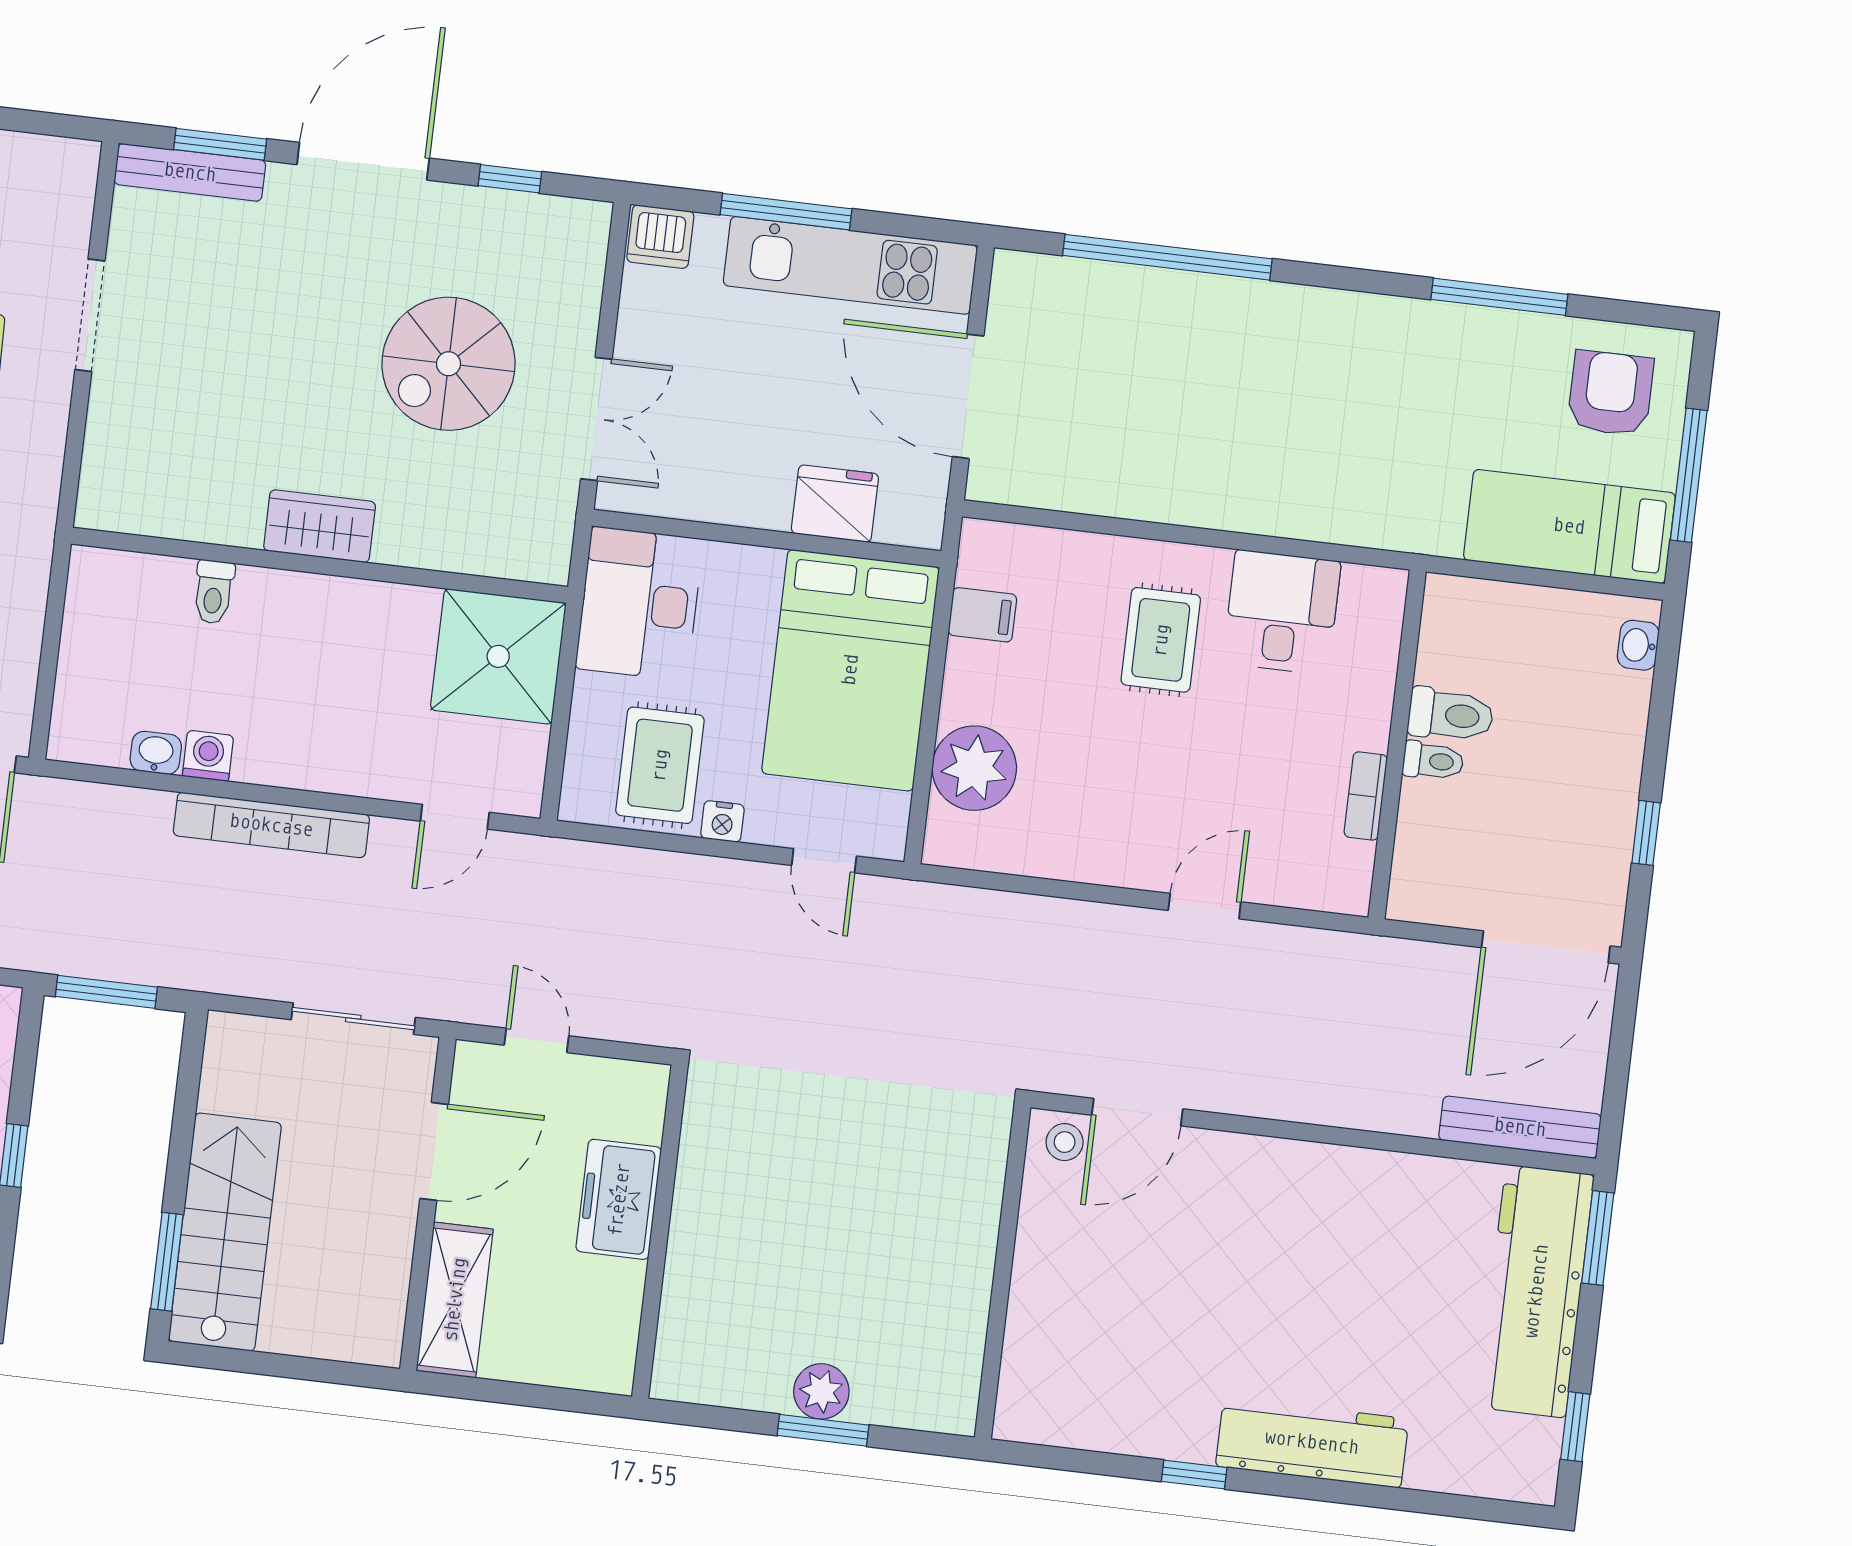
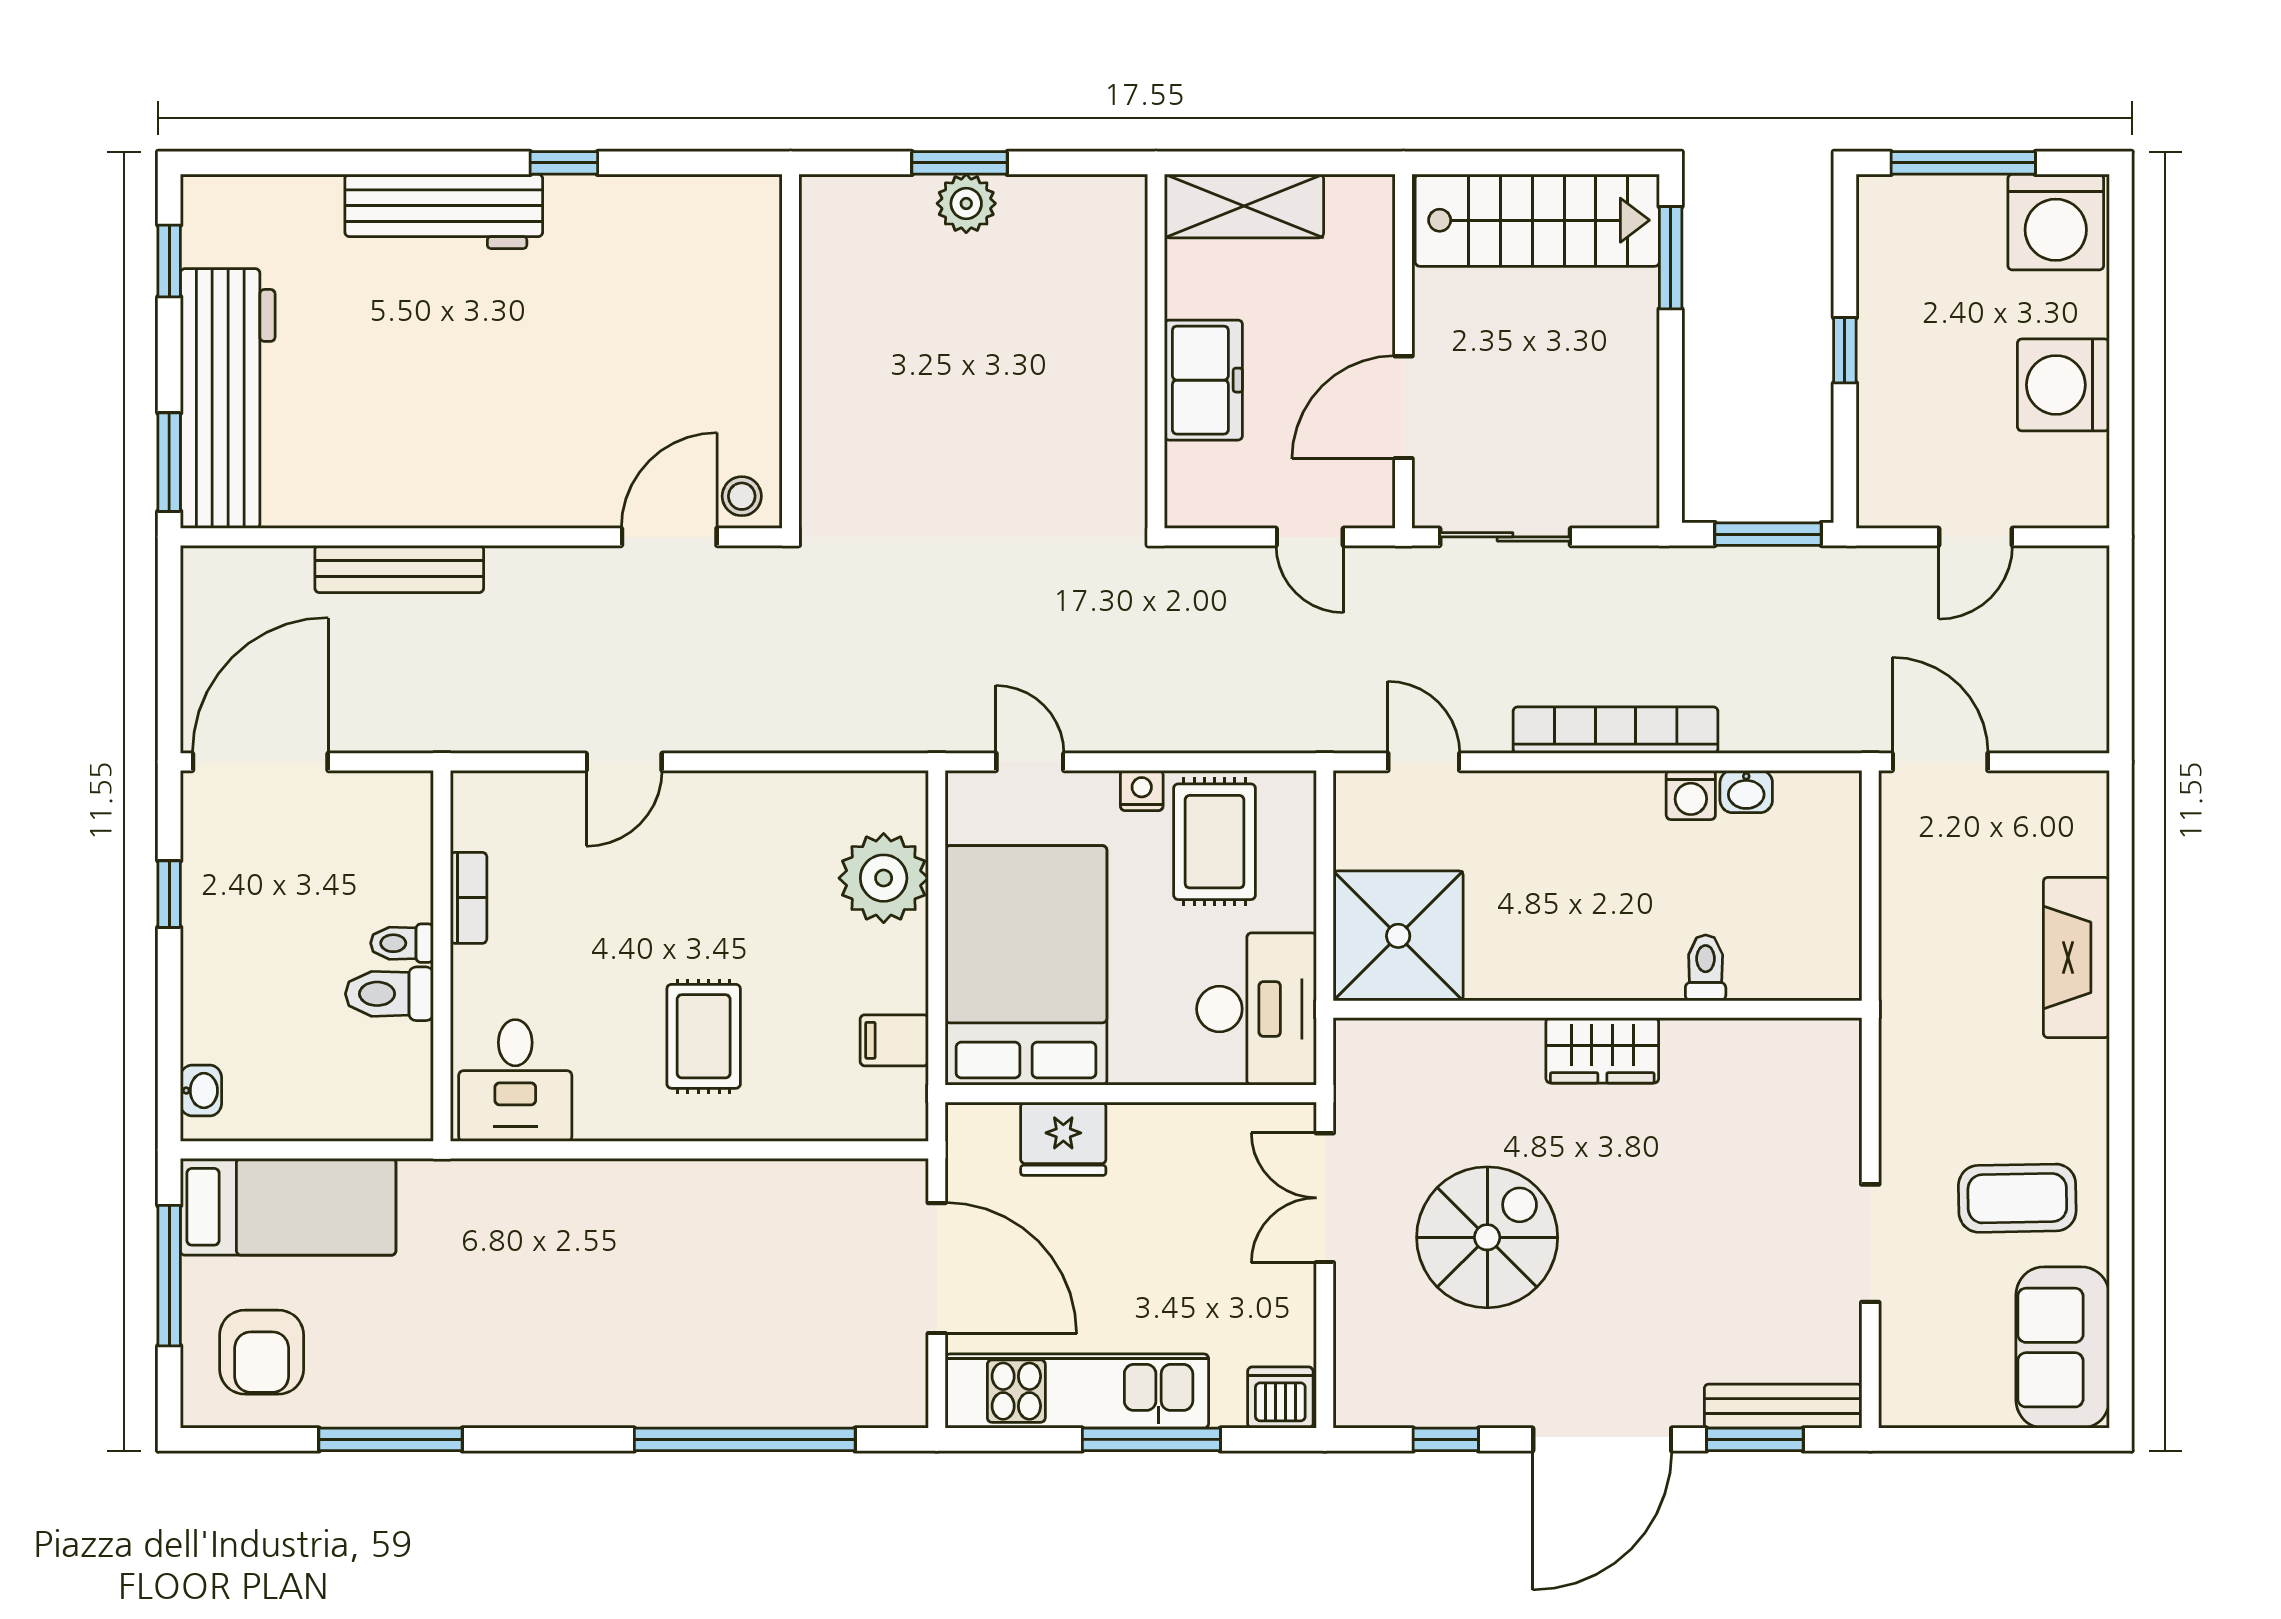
desk: (1282, 612) -> (515, 1080), moved
door: (455, 817) -> (1424, 762), hinge flipped
bench: (1520, 1127) -> (399, 569), moved
stairs: (225, 1232) -> (1537, 220), moved, turned -90
shelving: (455, 1300) -> (1244, 206), moved, turned 90

